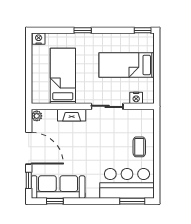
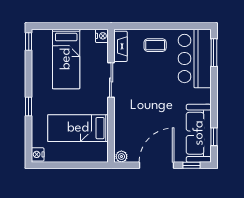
nightstand: (136, 98) -> (102, 36), moved
fireplace: (72, 115) -> (120, 46), moved

